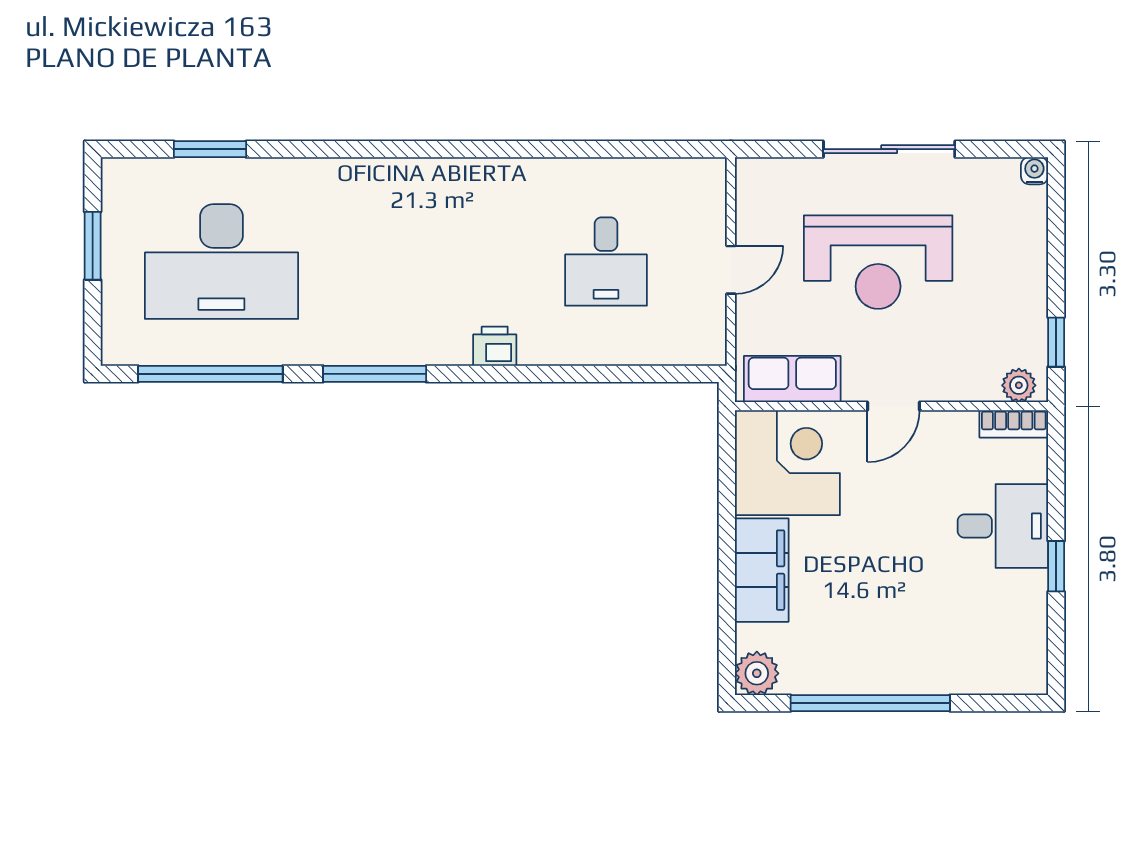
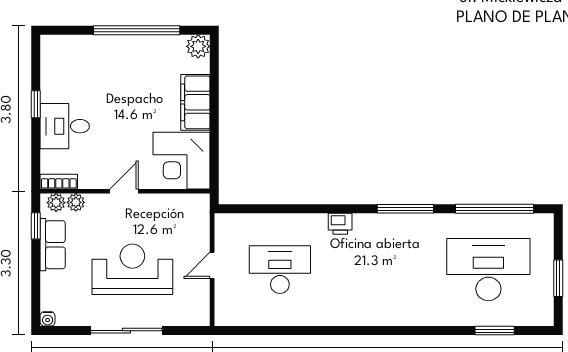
desk: (606, 262) -> (280, 270), width x1.37
row of seats: (792, 379) -> (53, 245), moved, turned -90
plant: (982, 386) -> (76, 202), added

